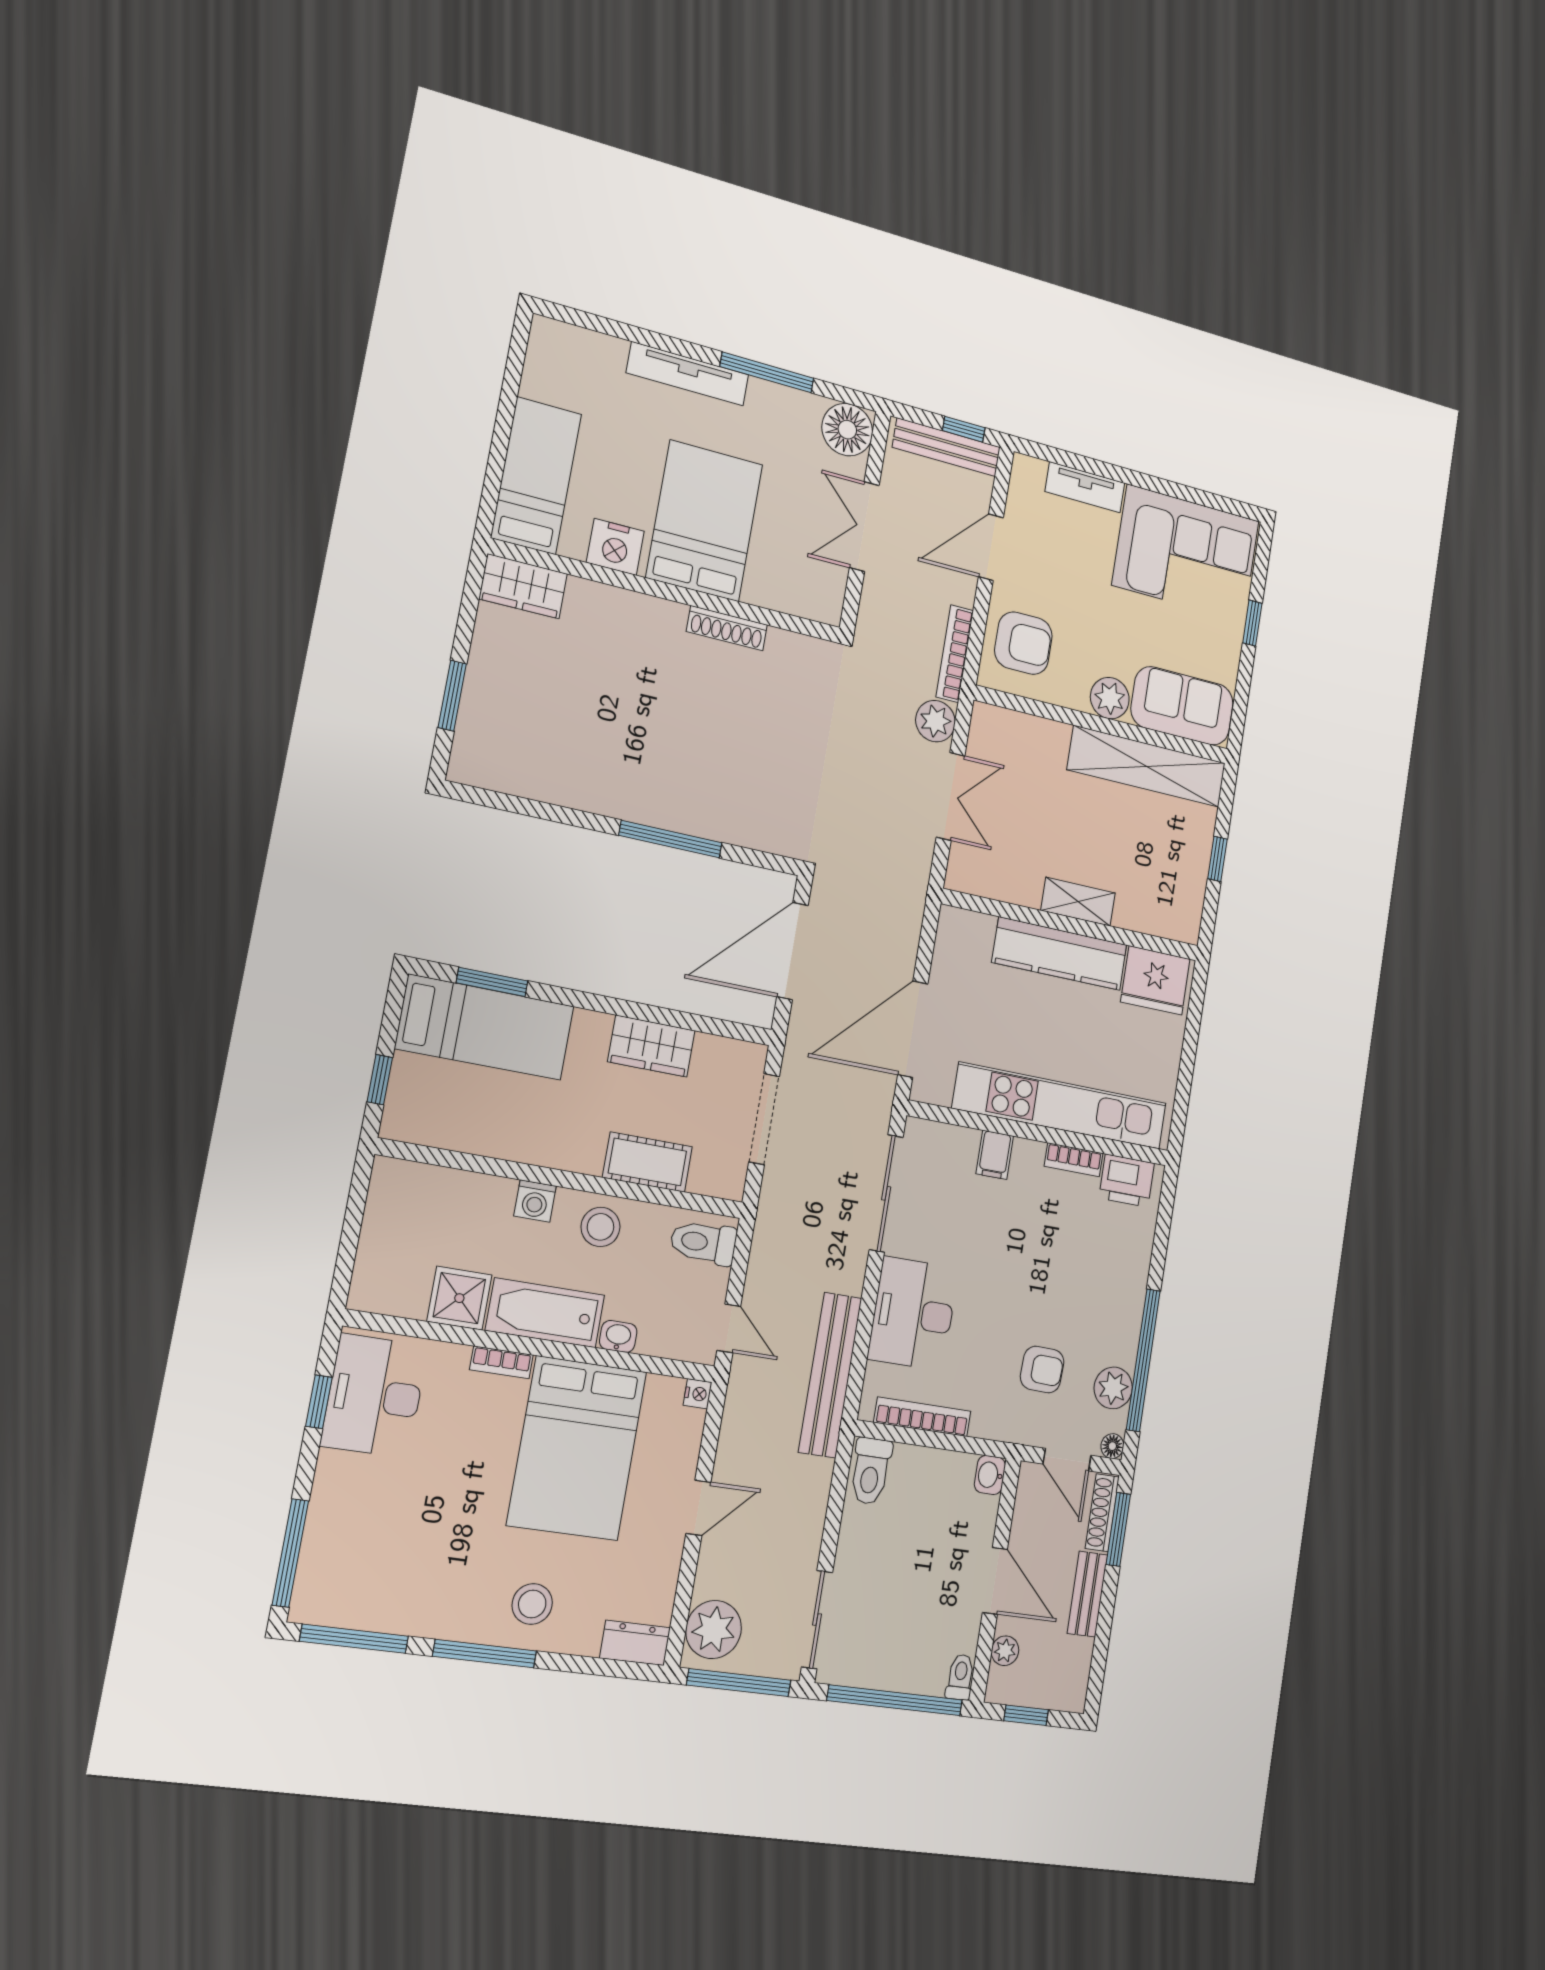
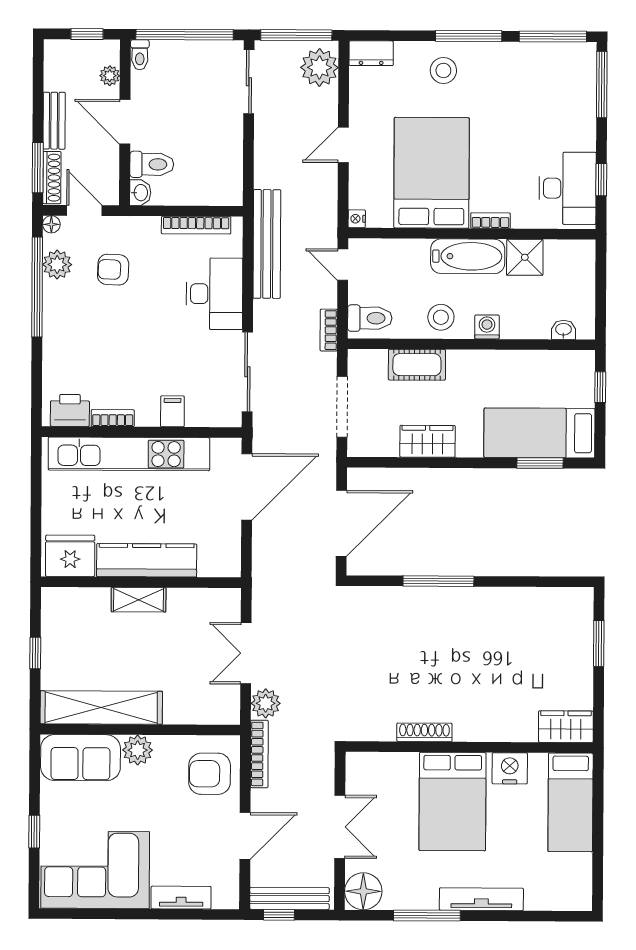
bookcase: (764, 1235) -> (329, 330), added
washbasin: (618, 1336) -> (563, 330), moved, turned 180
toilet: (871, 1471) -> (152, 164), moved, turned 90

